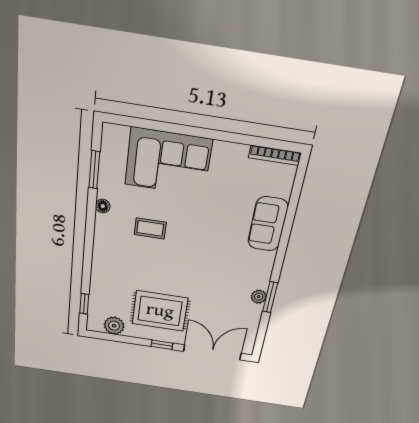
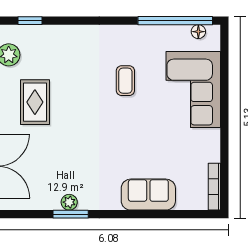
window: (94, 170) -> (175, 21), width x2.11
floor lamp: (103, 206) -> (198, 32), moved
rug: (160, 311) -> (35, 102), width x0.73, depth x0.70

